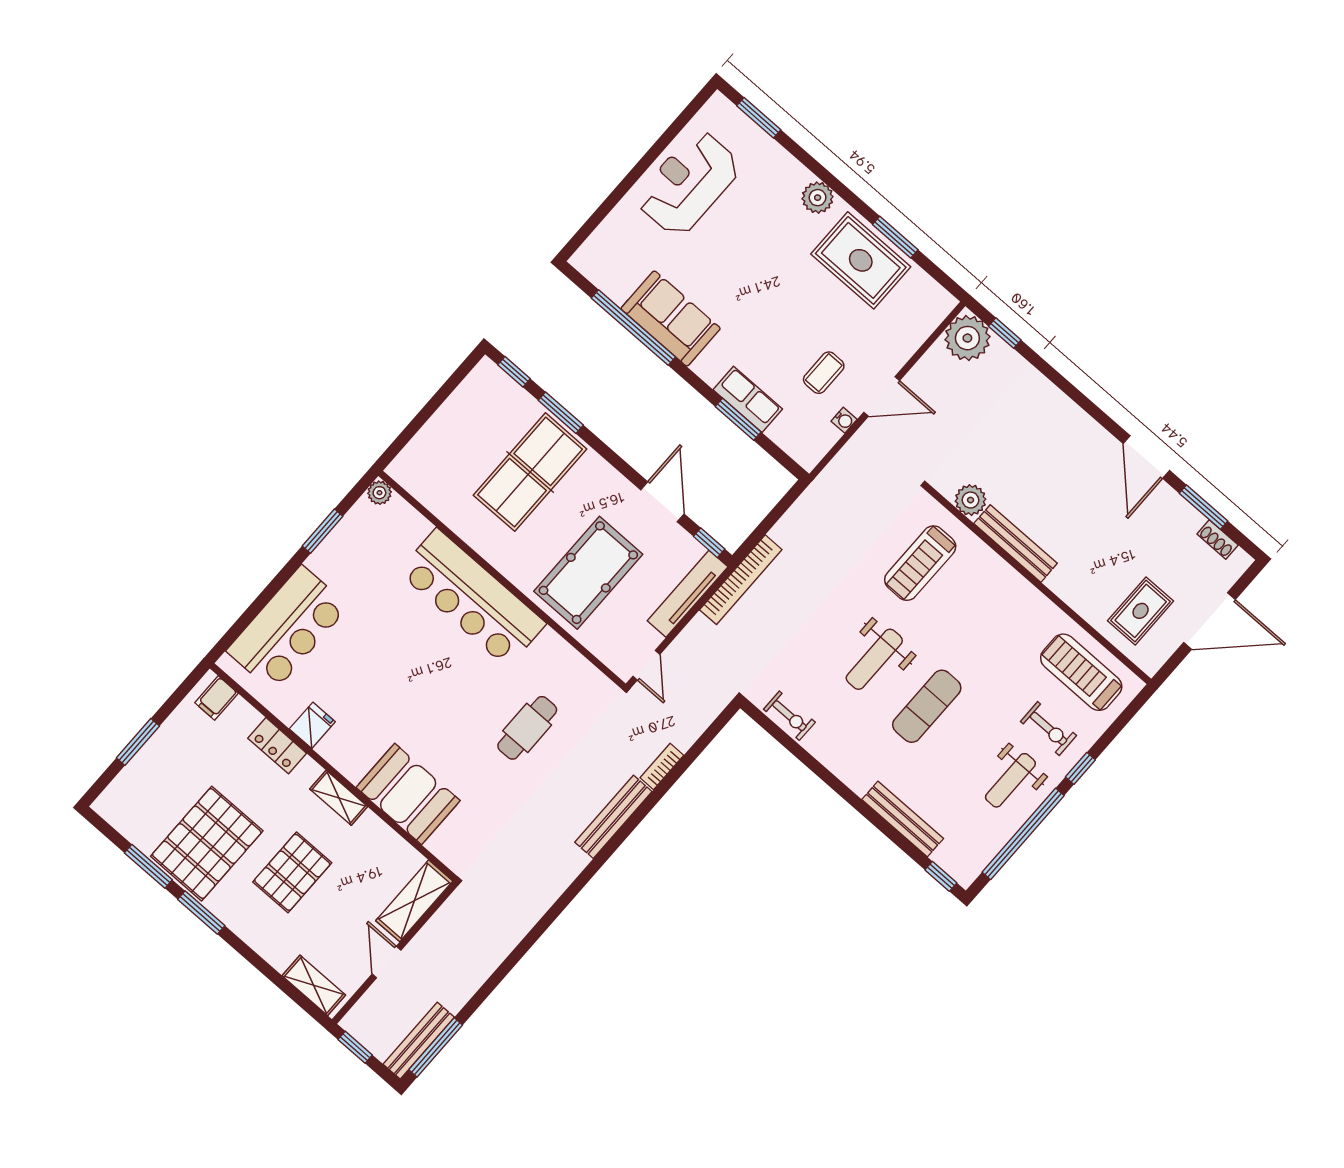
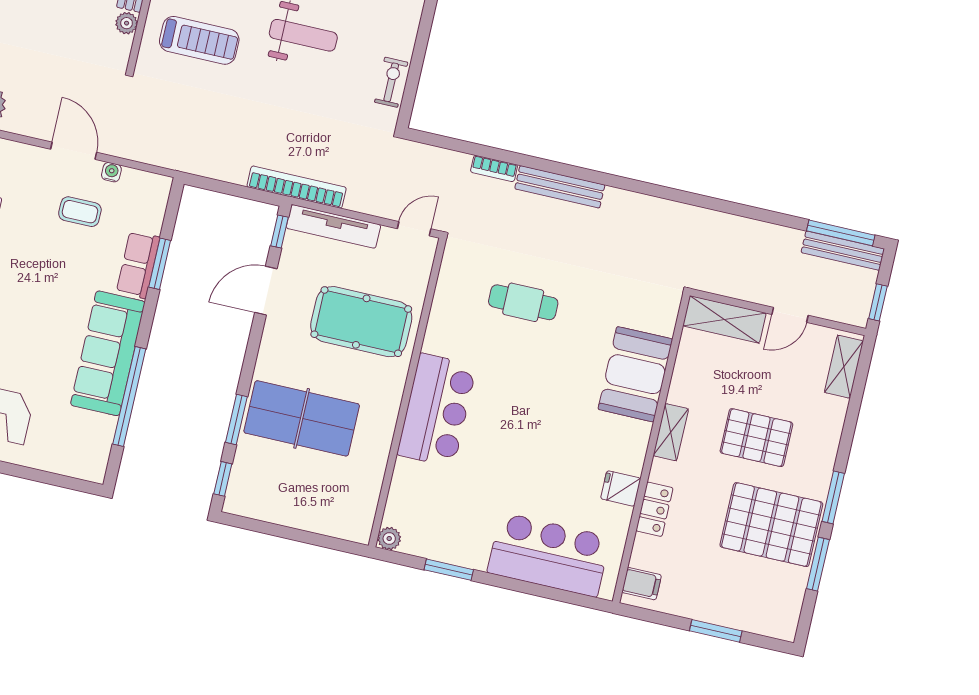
sofa: (671, 319) -> (108, 353), width x1.36
plant: (970, 500) -> (127, 23), width x0.73, depth x0.73
bar counter: (472, 598) -> (437, 410), width x0.73

